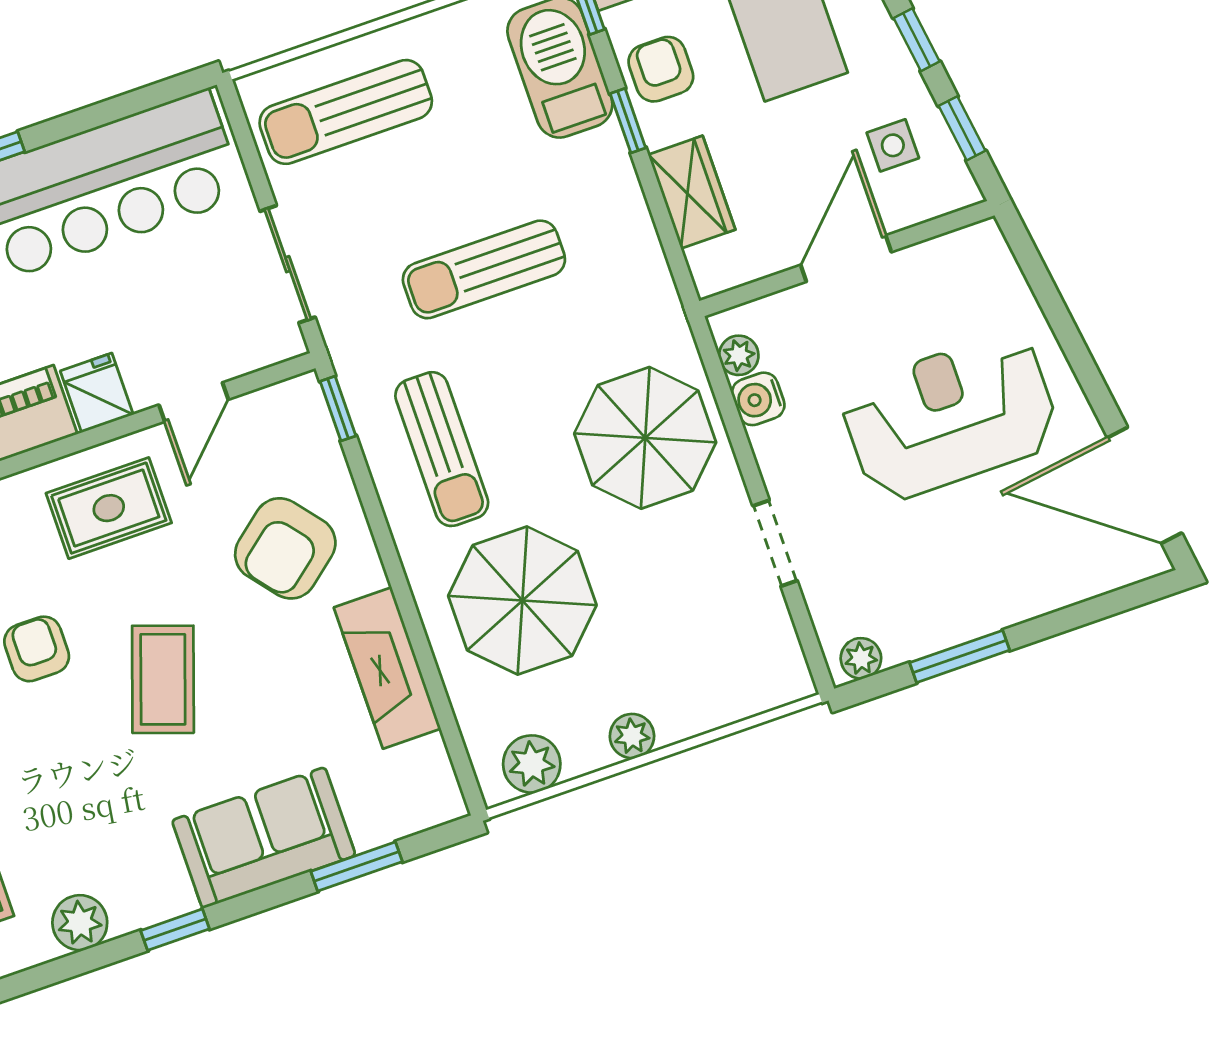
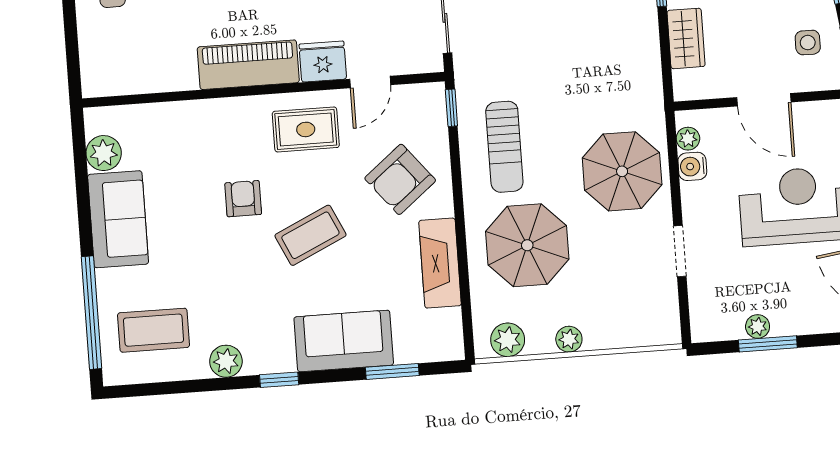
door: (846, 258) -> (764, 100), swing flipped
sun lounger: (484, 269) -> (556, 51), removed
fridge: (97, 393) -> (323, 62), width x1.38
plant: (861, 658) -> (758, 326), moved
coffee table: (163, 679) -> (310, 235), turned 46

